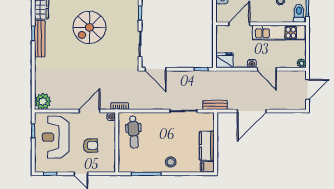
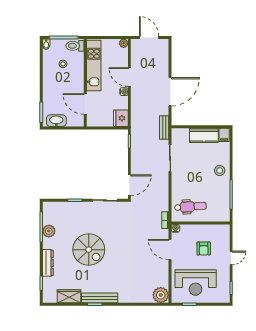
door: (267, 69) -> (129, 77), swing flipped
door: (252, 111) -> (170, 92), hinge flipped
armchair: (90, 146) -> (204, 249), turned 180

